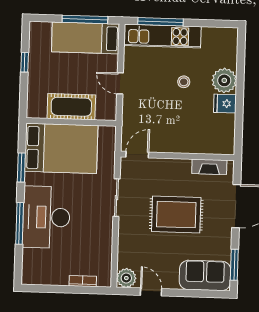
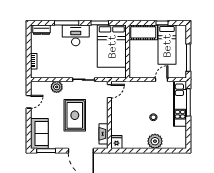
bed: (85, 38) -> (167, 45), moved, turned 180
door: (120, 83) -> (162, 80), moved
fridge: (225, 104) -> (116, 142), moved
cot: (71, 107) -> (143, 32), moved, turned 90
door: (137, 155) -> (109, 91), hinge flipped
desk: (46, 217) -> (76, 35), width x0.73, depth x0.77
dresser: (30, 266) -> (41, 30), added
plant: (126, 278) -> (57, 87), moved

